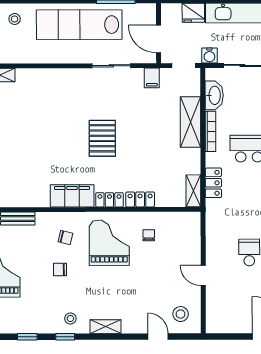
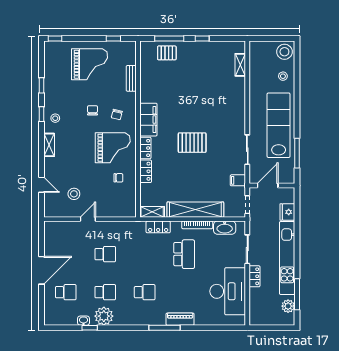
water cooler: (209, 55) -> (255, 224), removed
shelving: (190, 122) -> (195, 210), width x1.47
stool: (181, 314) -> (74, 194), moved
door: (158, 337) -> (41, 185), hinge flipped

